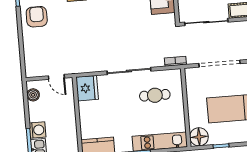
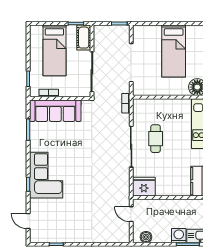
armchair: (37, 17) -> (74, 228), removed
door: (56, 77) -> (131, 214), swing flipped
cafe table: (155, 95) -> (156, 139), moved

